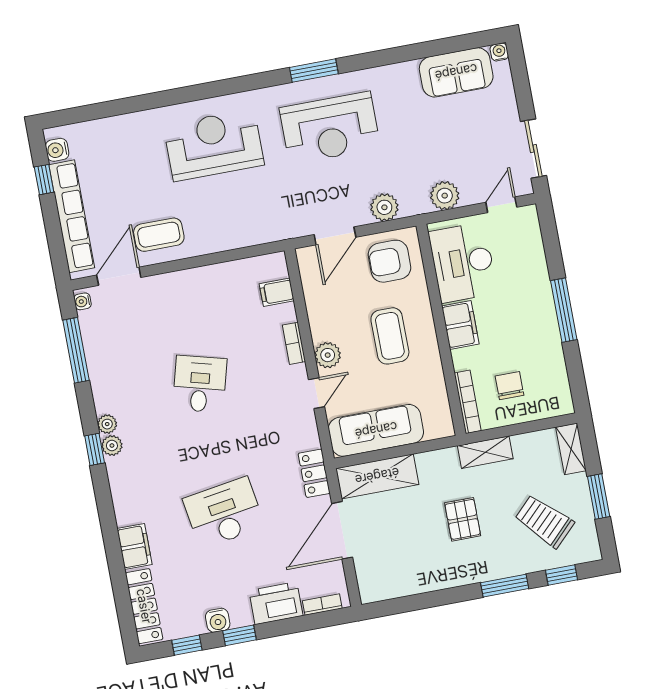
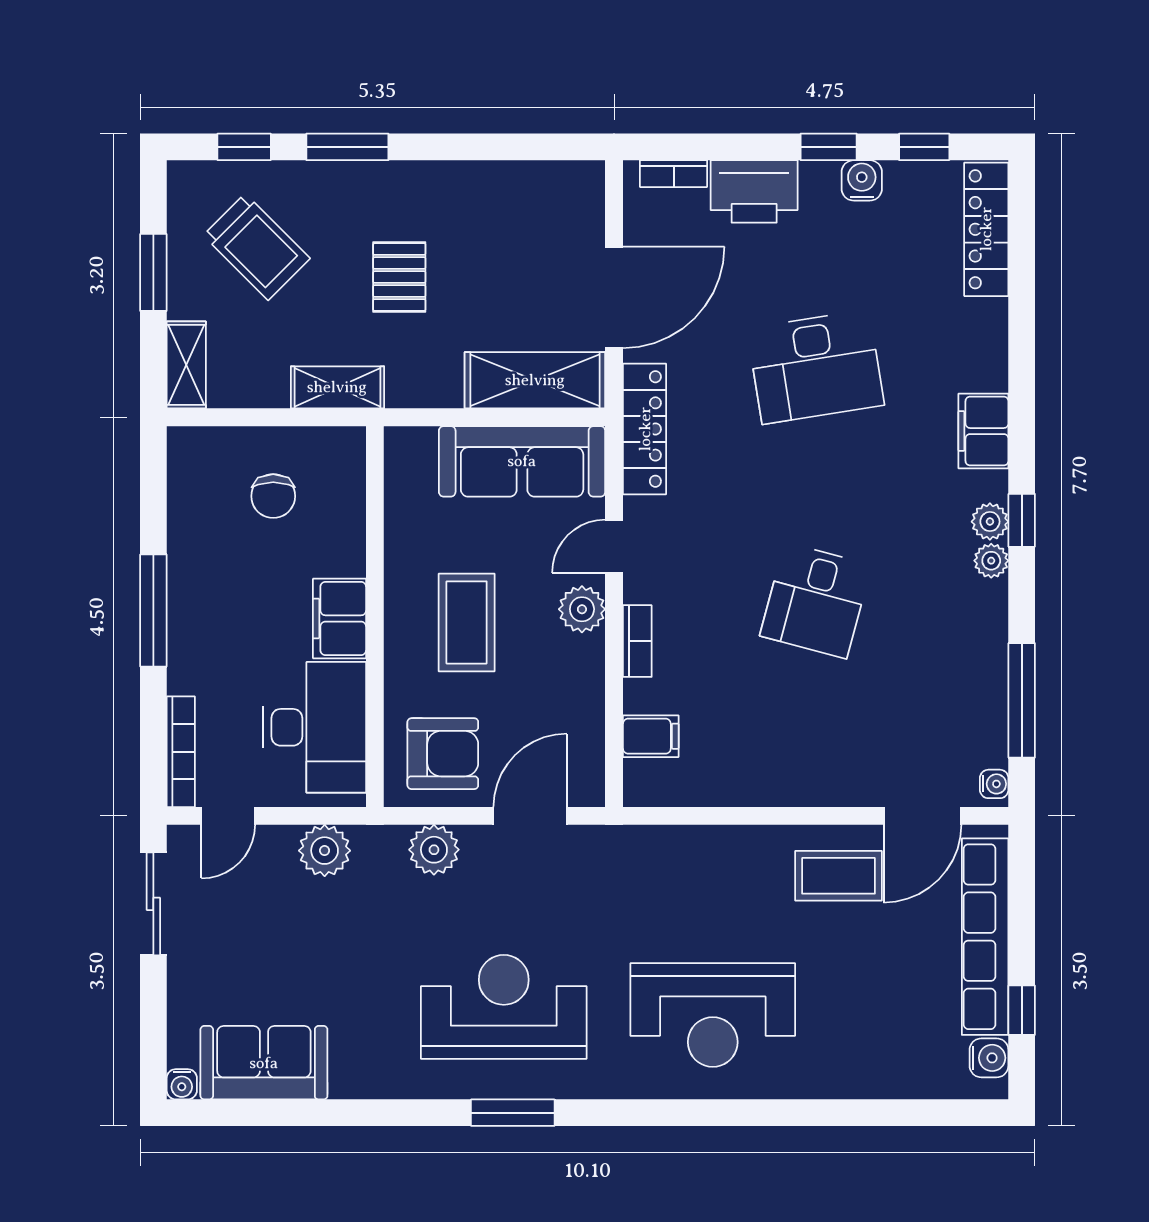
bookcase: (468, 402) -> (181, 752), moved, turned 180
locker: (314, 473) -> (645, 429), width x1.53
filing cabinet: (135, 546) -> (983, 431), moved

